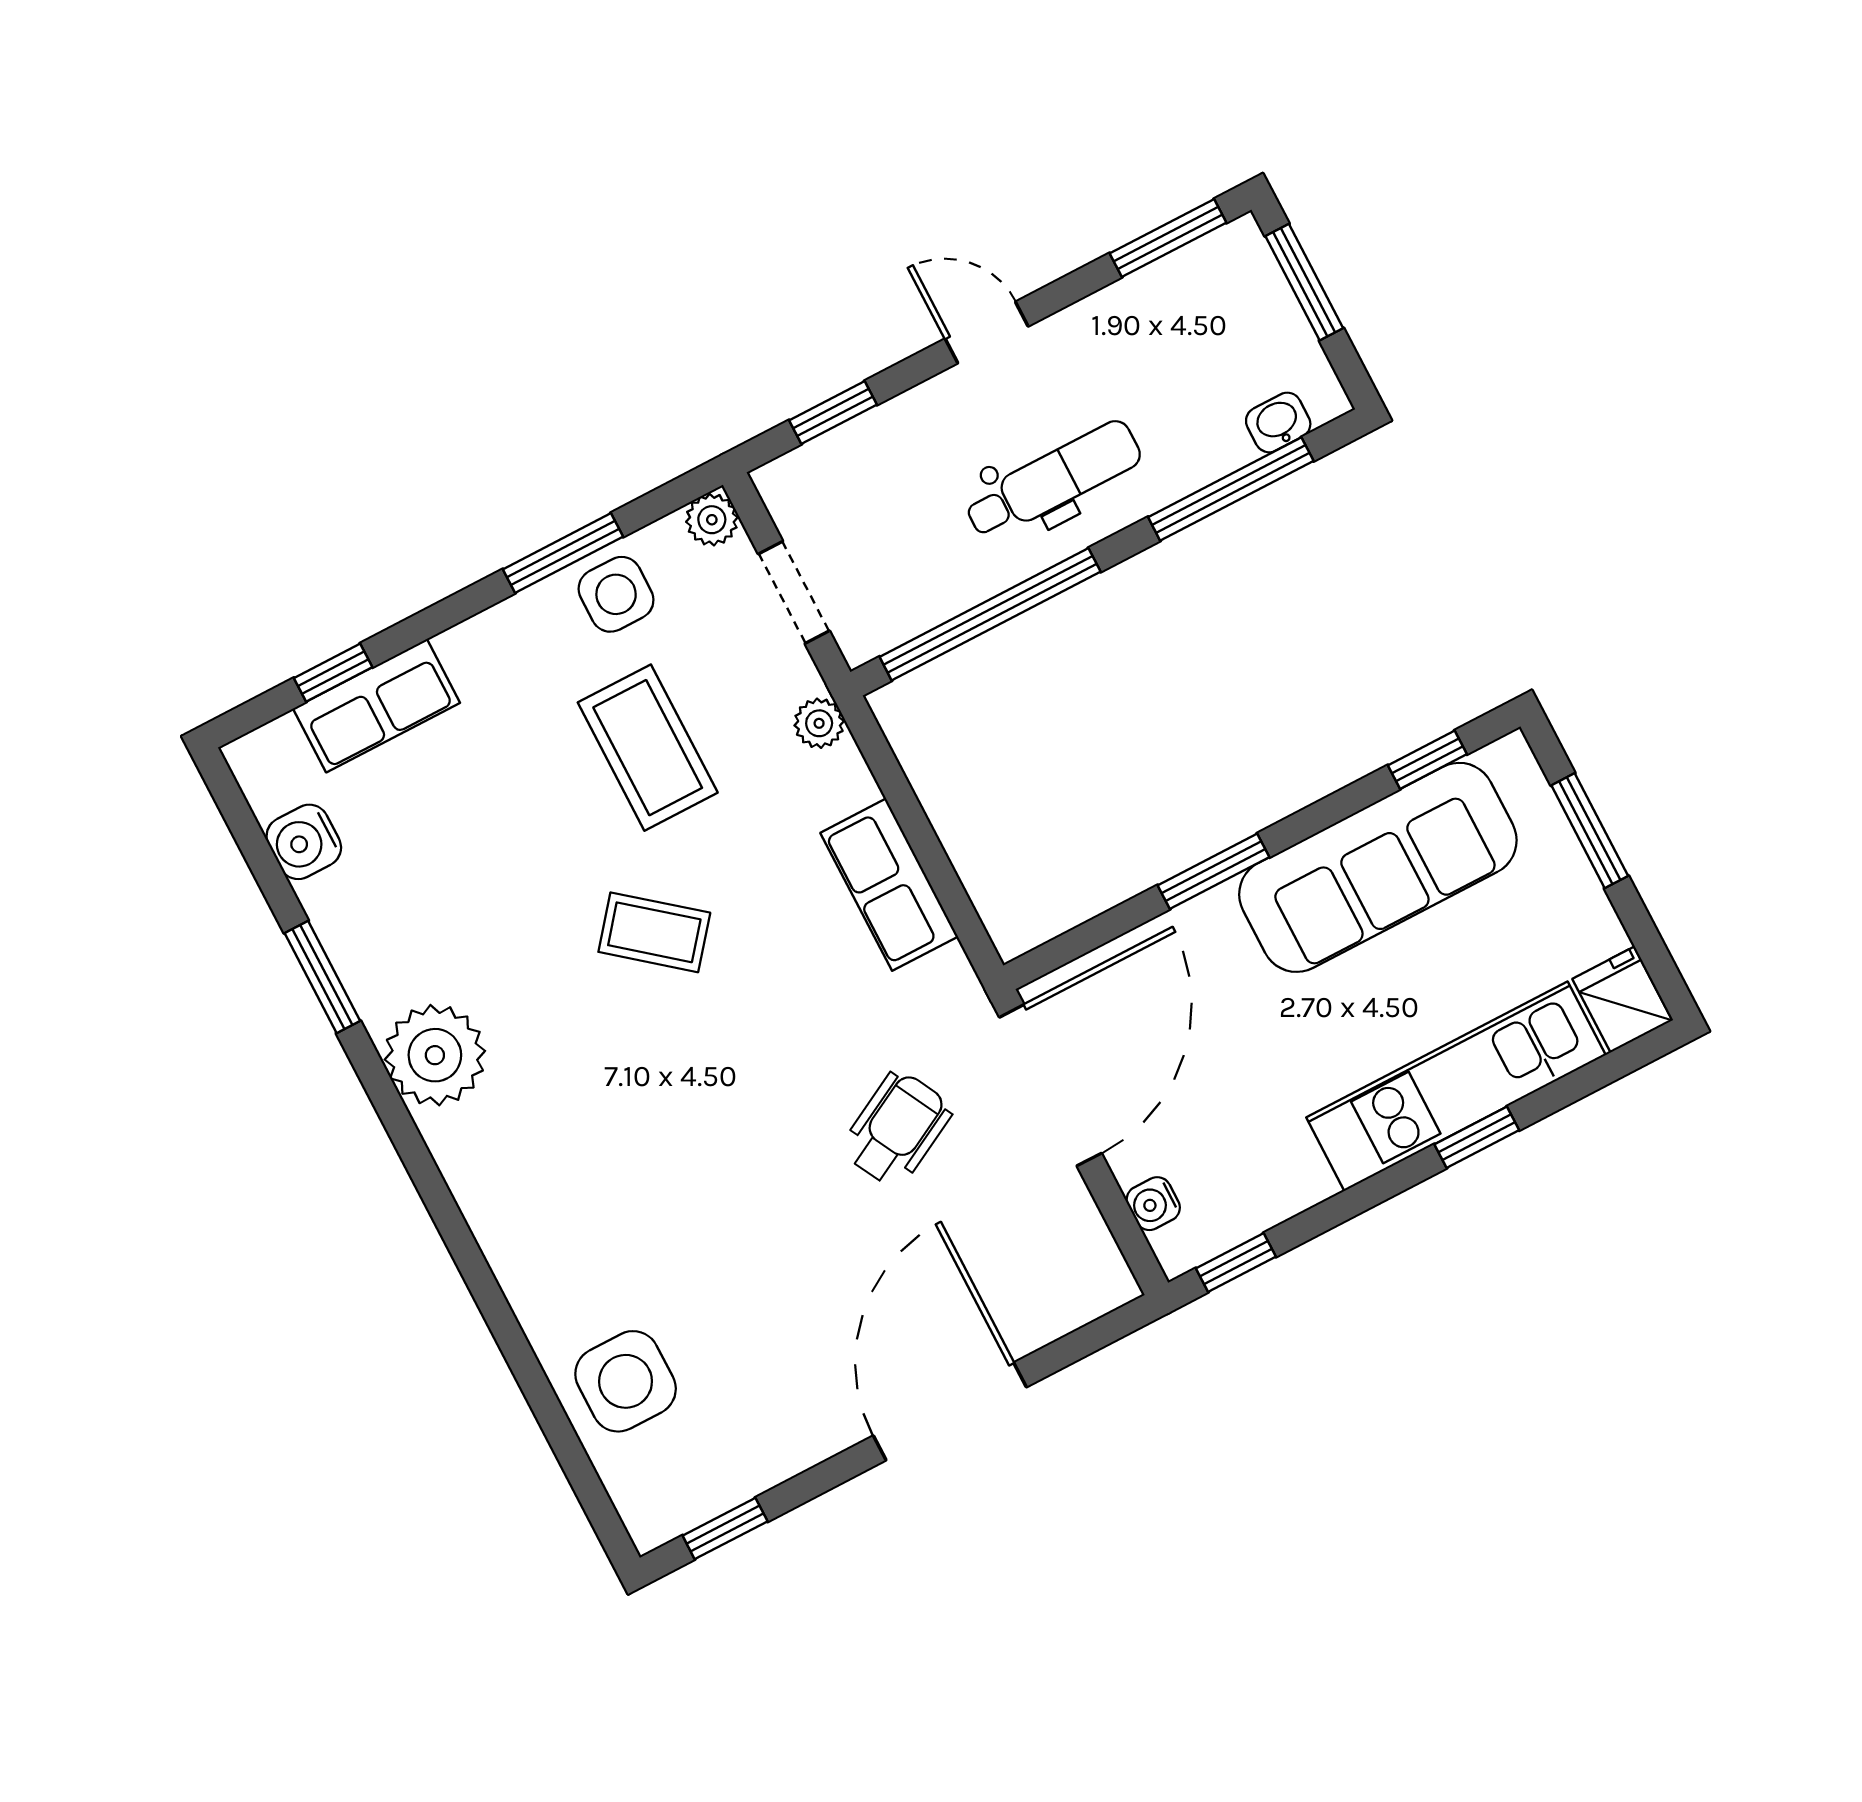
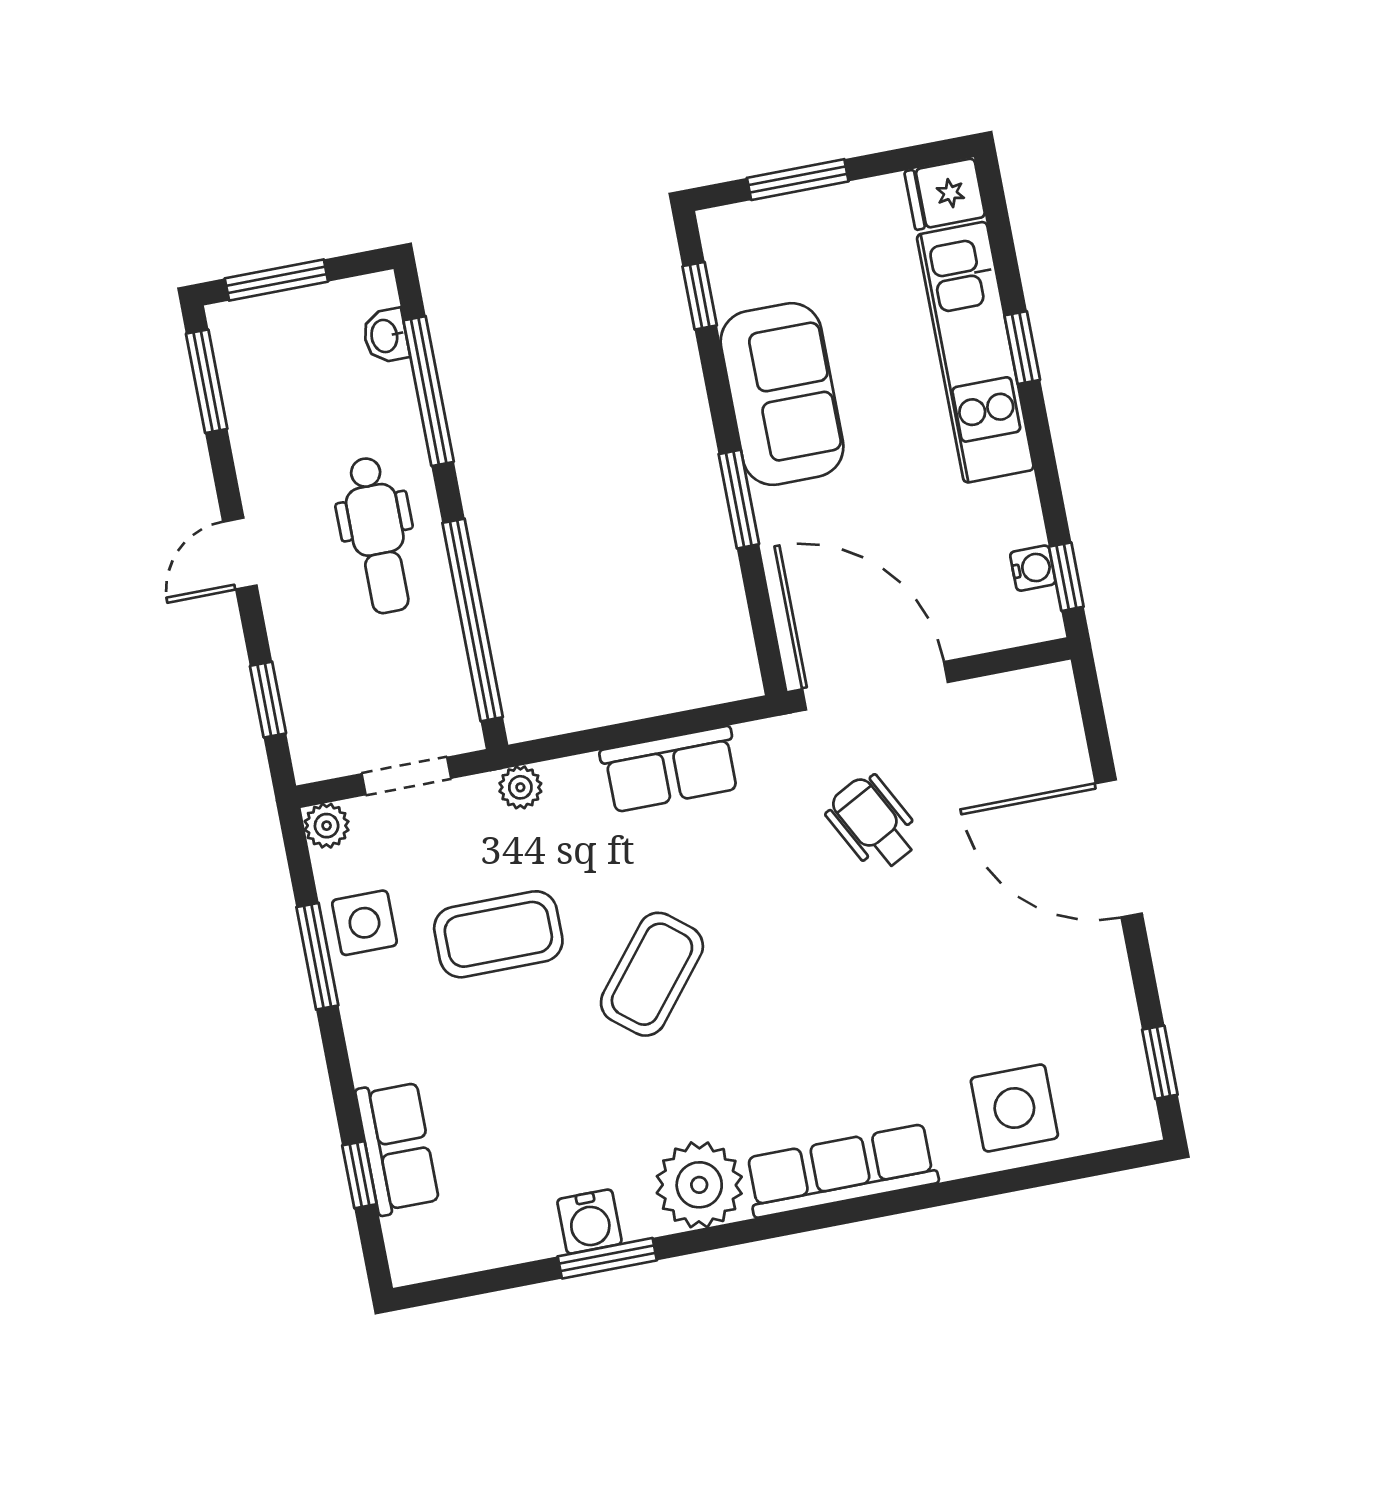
dental chair: (1053, 480) -> (378, 535), turned 180
water cooler: (304, 842) -> (589, 1222), moved
sofa: (1378, 867) -> (782, 394), width x0.73
coffee table: (654, 932) -> (652, 974), width x1.36, depth x1.30
water cooler: (1153, 1204) -> (1033, 568), moved, turned -90
row of seats: (498, 1209) -> (841, 1171), added

